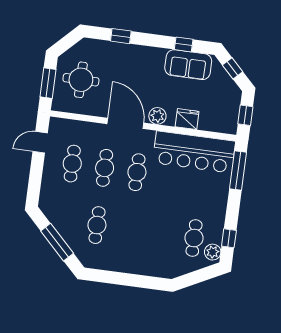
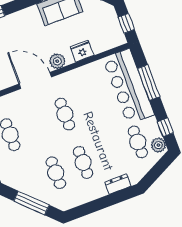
bar counter: (194, 152) -> (129, 86), moved, turned 90
cafe table: (105, 168) -> (83, 162), moved
window: (238, 171) -> (149, 83), moved
dresser: (152, 269) -> (118, 184), added

